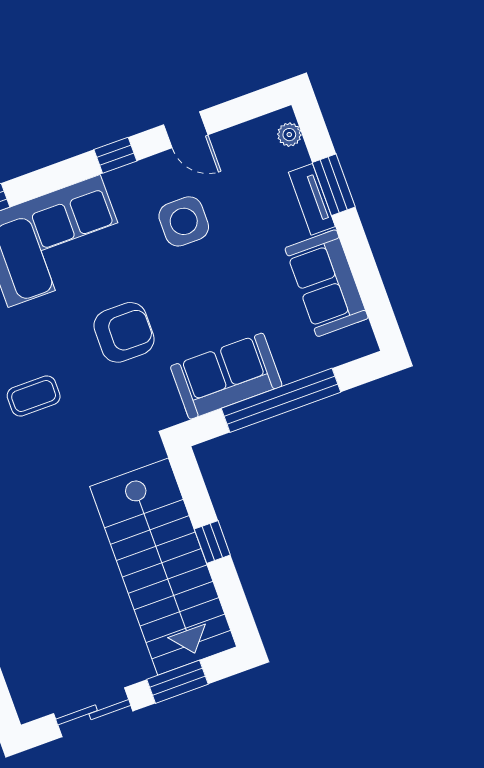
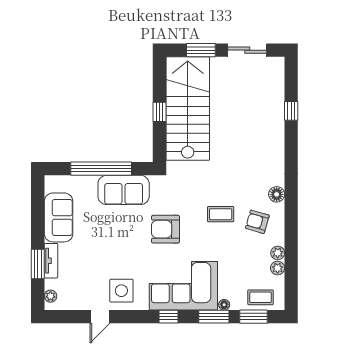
door: (186, 130) -> (100, 317), swing flipped
window: (115, 155) -> (169, 317), moved
side table: (184, 221) -> (121, 291), moved

